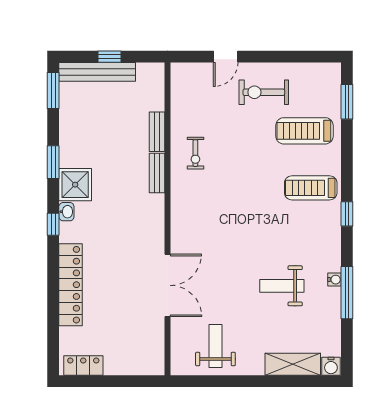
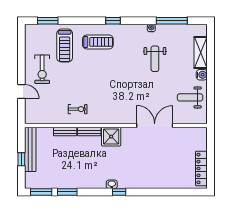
bench: (97, 72) -> (30, 149), moved
window: (53, 162) -> (67, 192), moved
shower: (75, 185) -> (111, 137), moved
treadmill: (311, 188) -> (98, 42), turned -90
locker: (71, 285) -> (154, 182), removed
window: (347, 293) -> (172, 21), moved
locker: (83, 365) -> (201, 168), width x1.53
water cooler: (331, 366) -> (202, 75), moved

